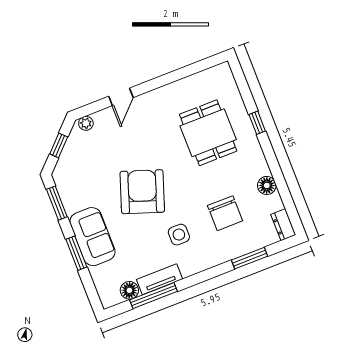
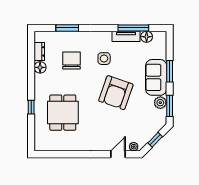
door: (121, 97) -> (118, 154), moved
plant: (72, 202) -> (160, 103), added
dresser: (283, 225) -> (39, 51), moved

